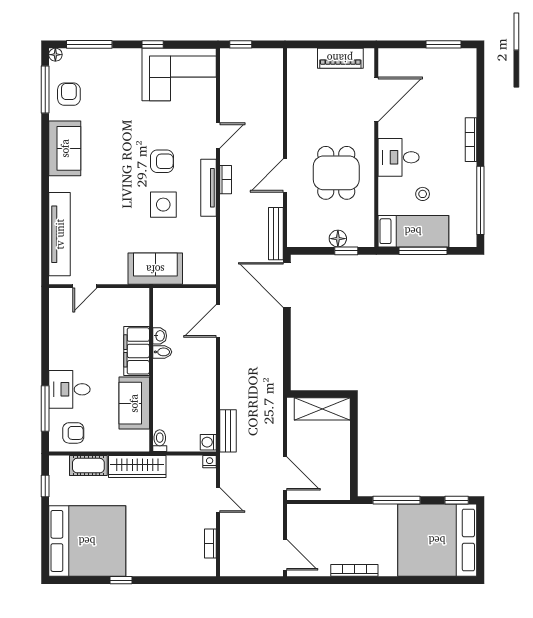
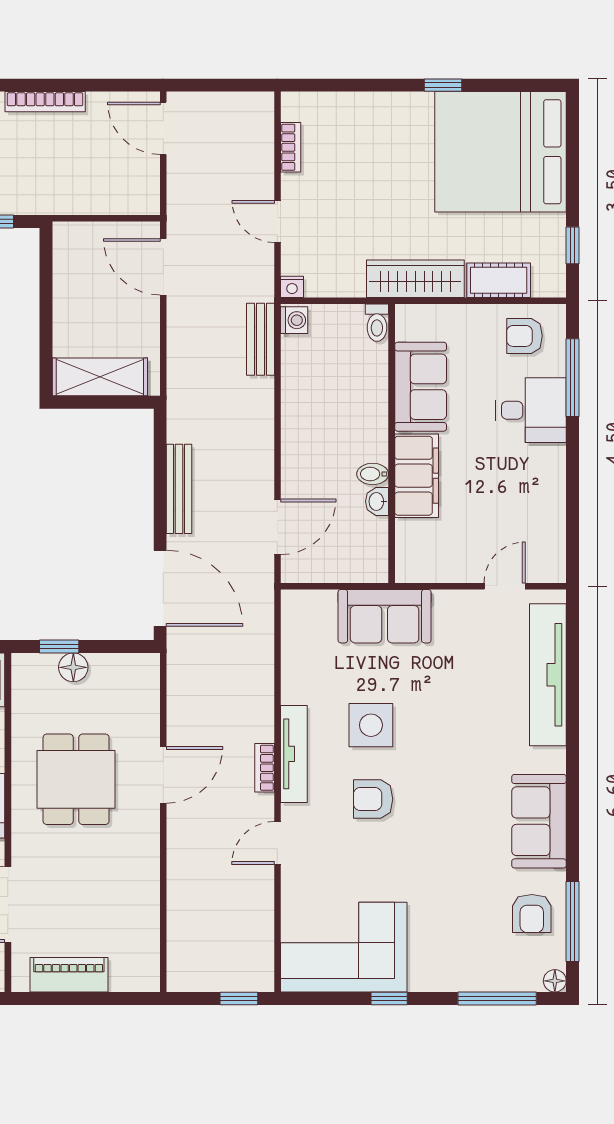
bench: (276, 234) -> (179, 489), moved

